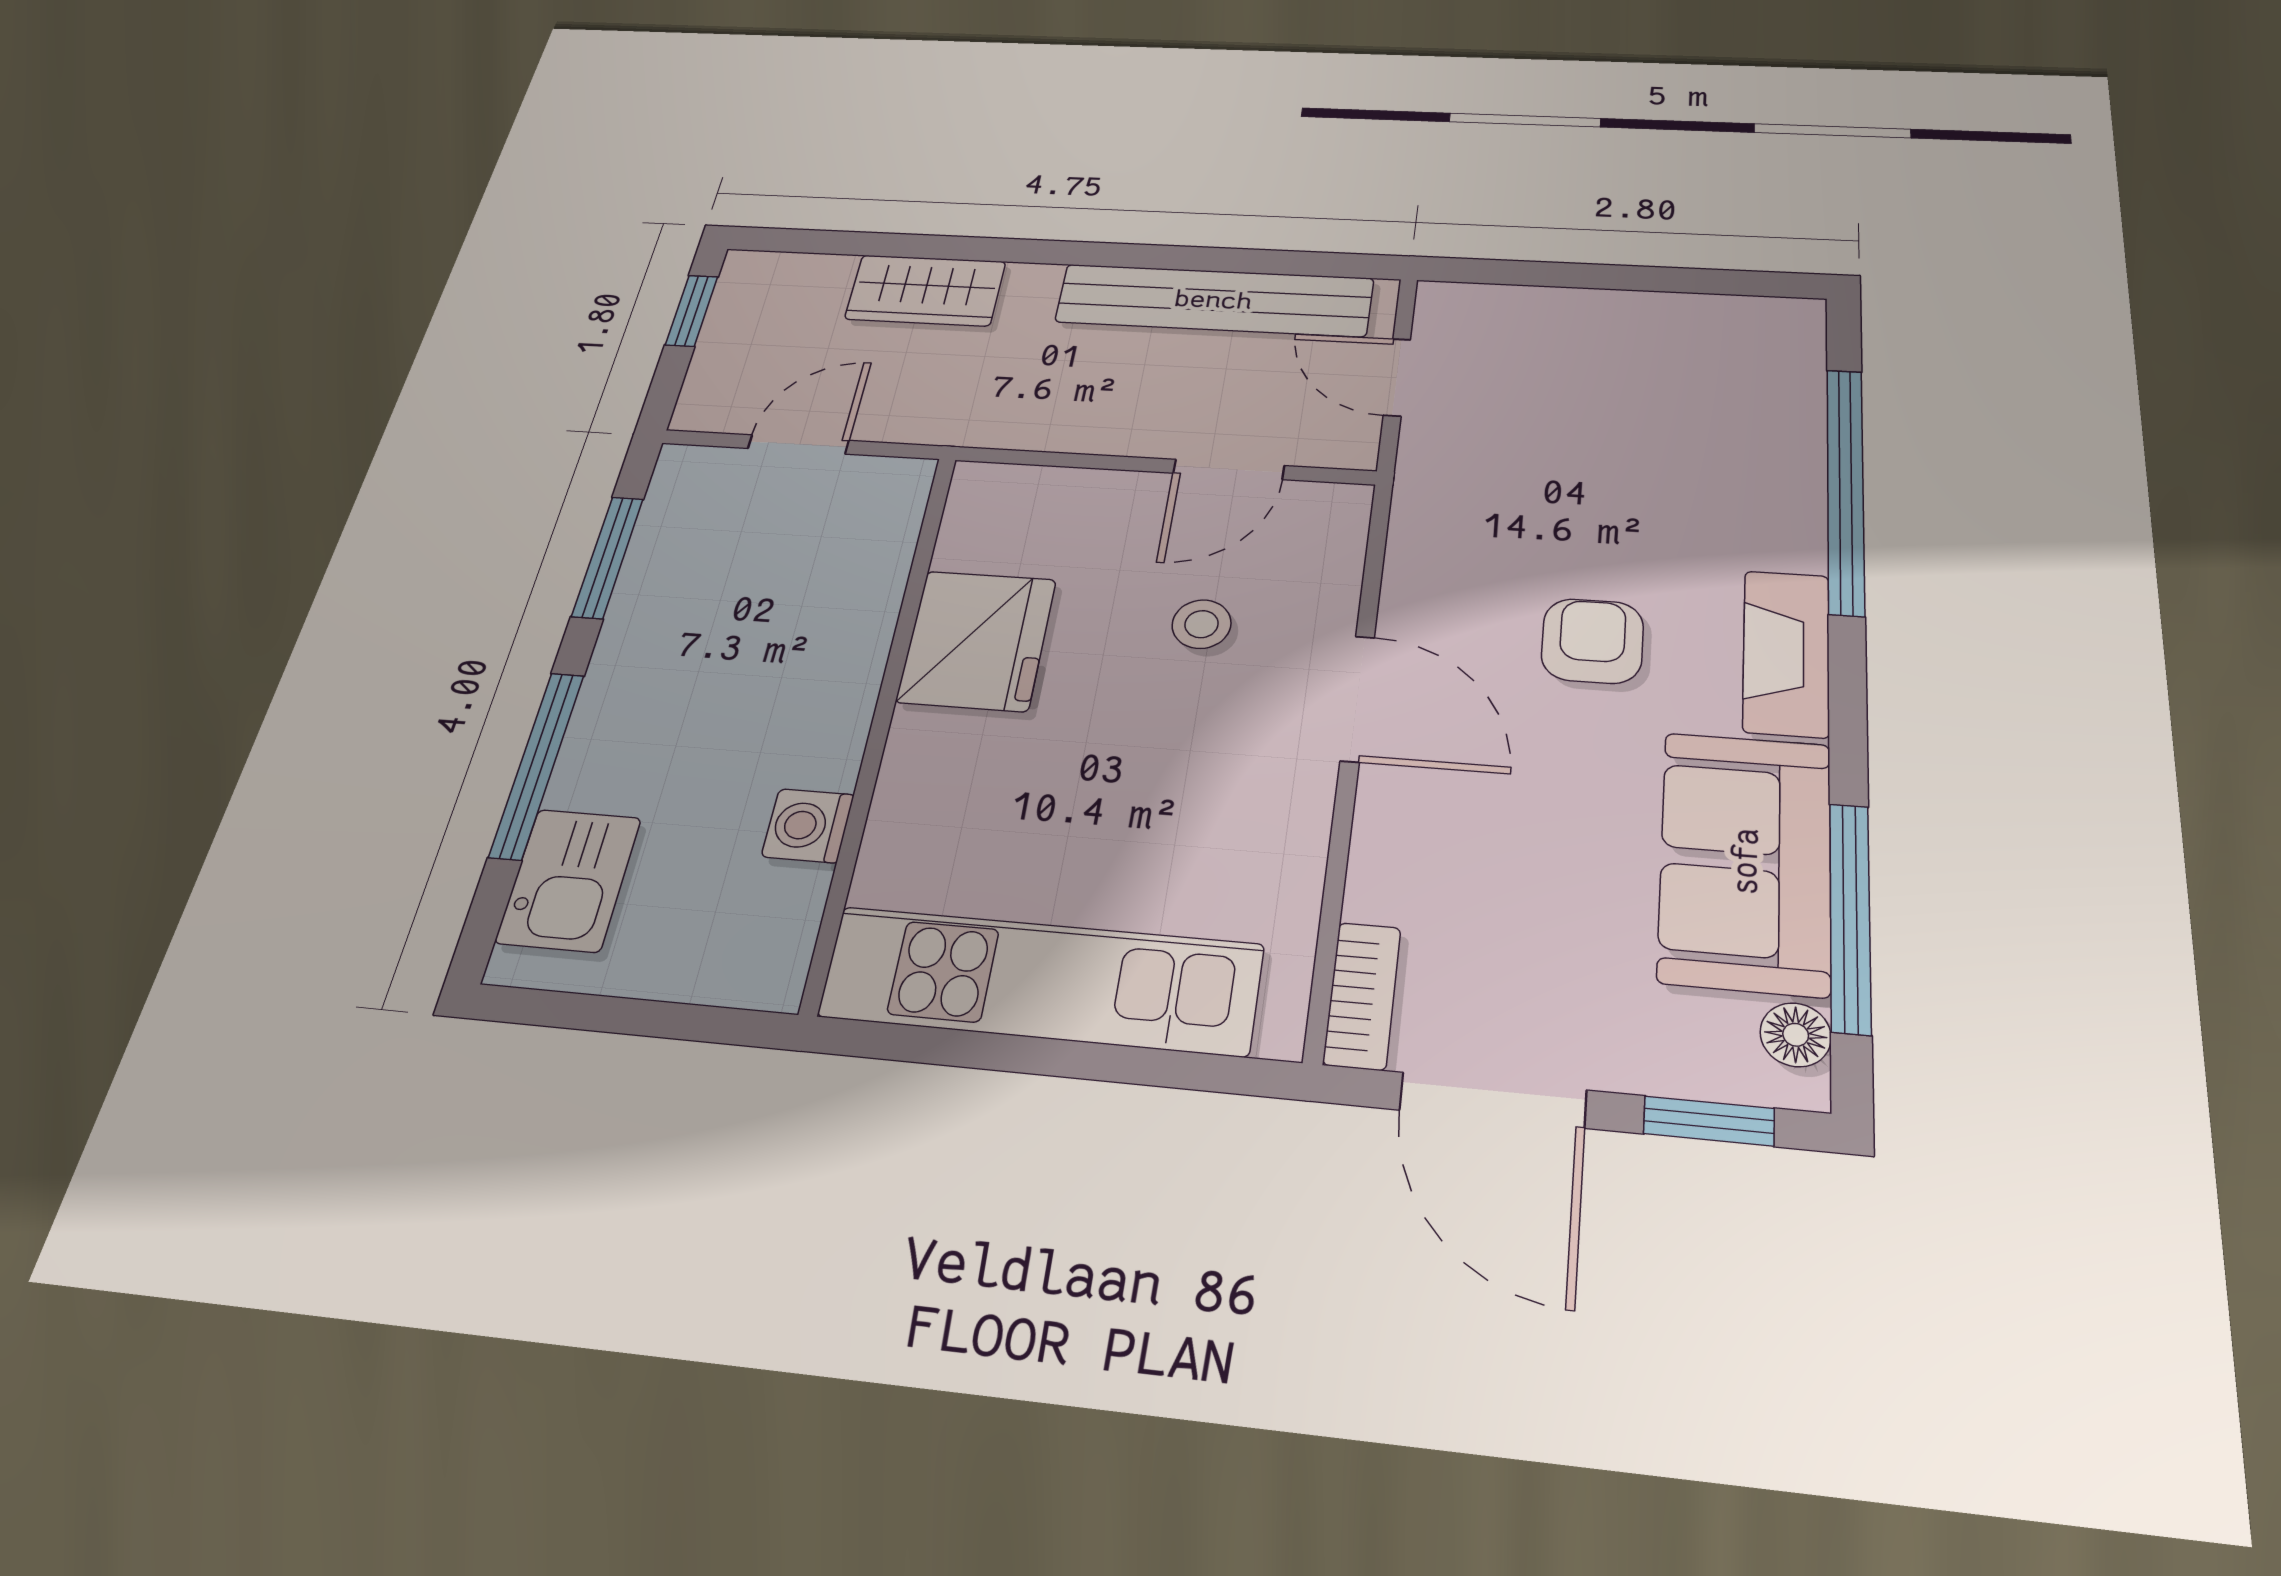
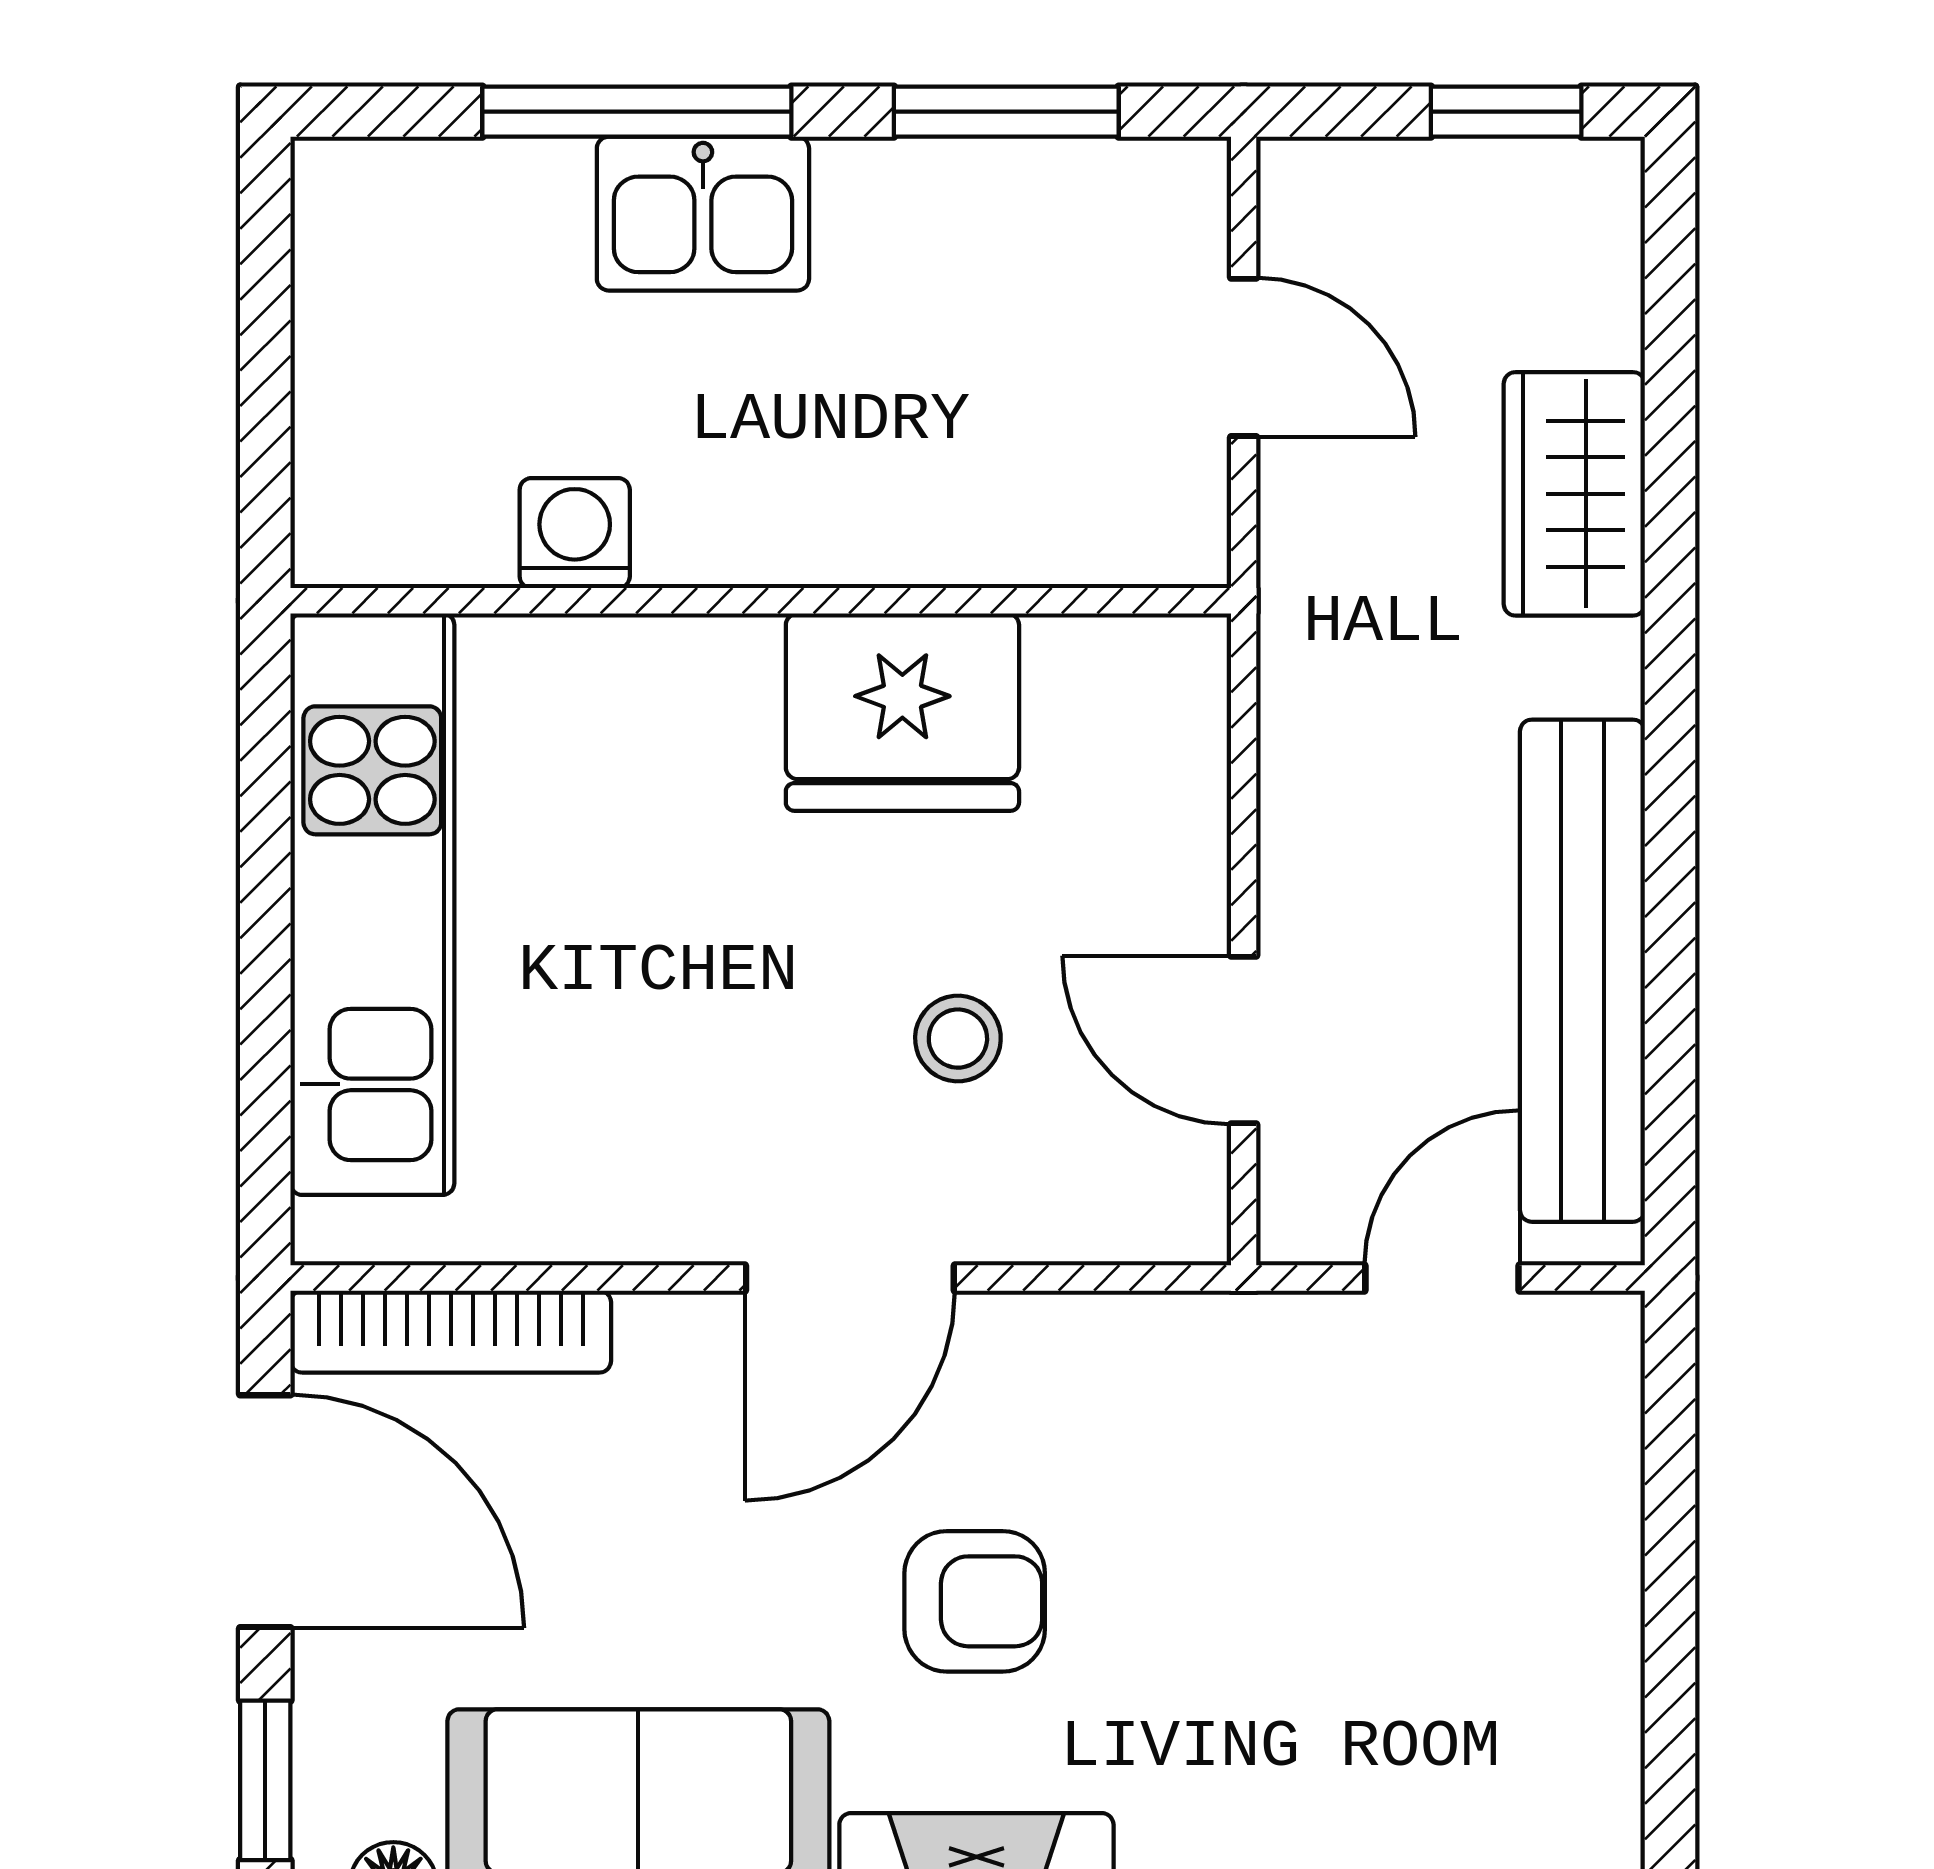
kitchen sink: (569, 880) -> (703, 214), moved
bookcase: (1362, 995) -> (451, 1332), width x1.56
door: (1493, 1100) -> (265, 1511), swing flipped

